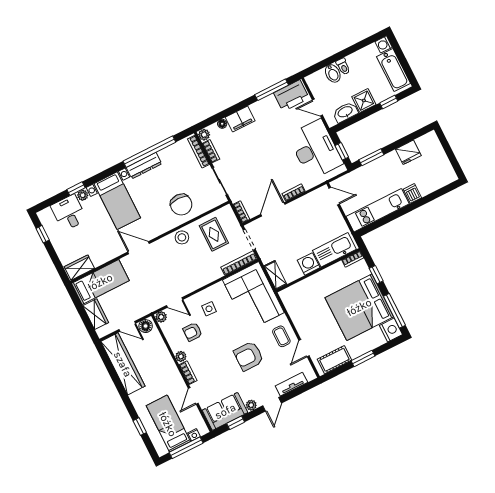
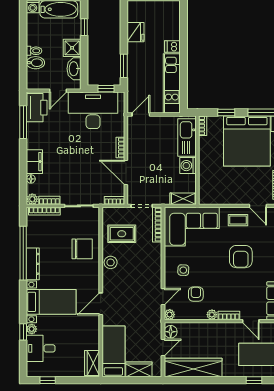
armchair: (193, 332) -> (196, 294), turned 180

